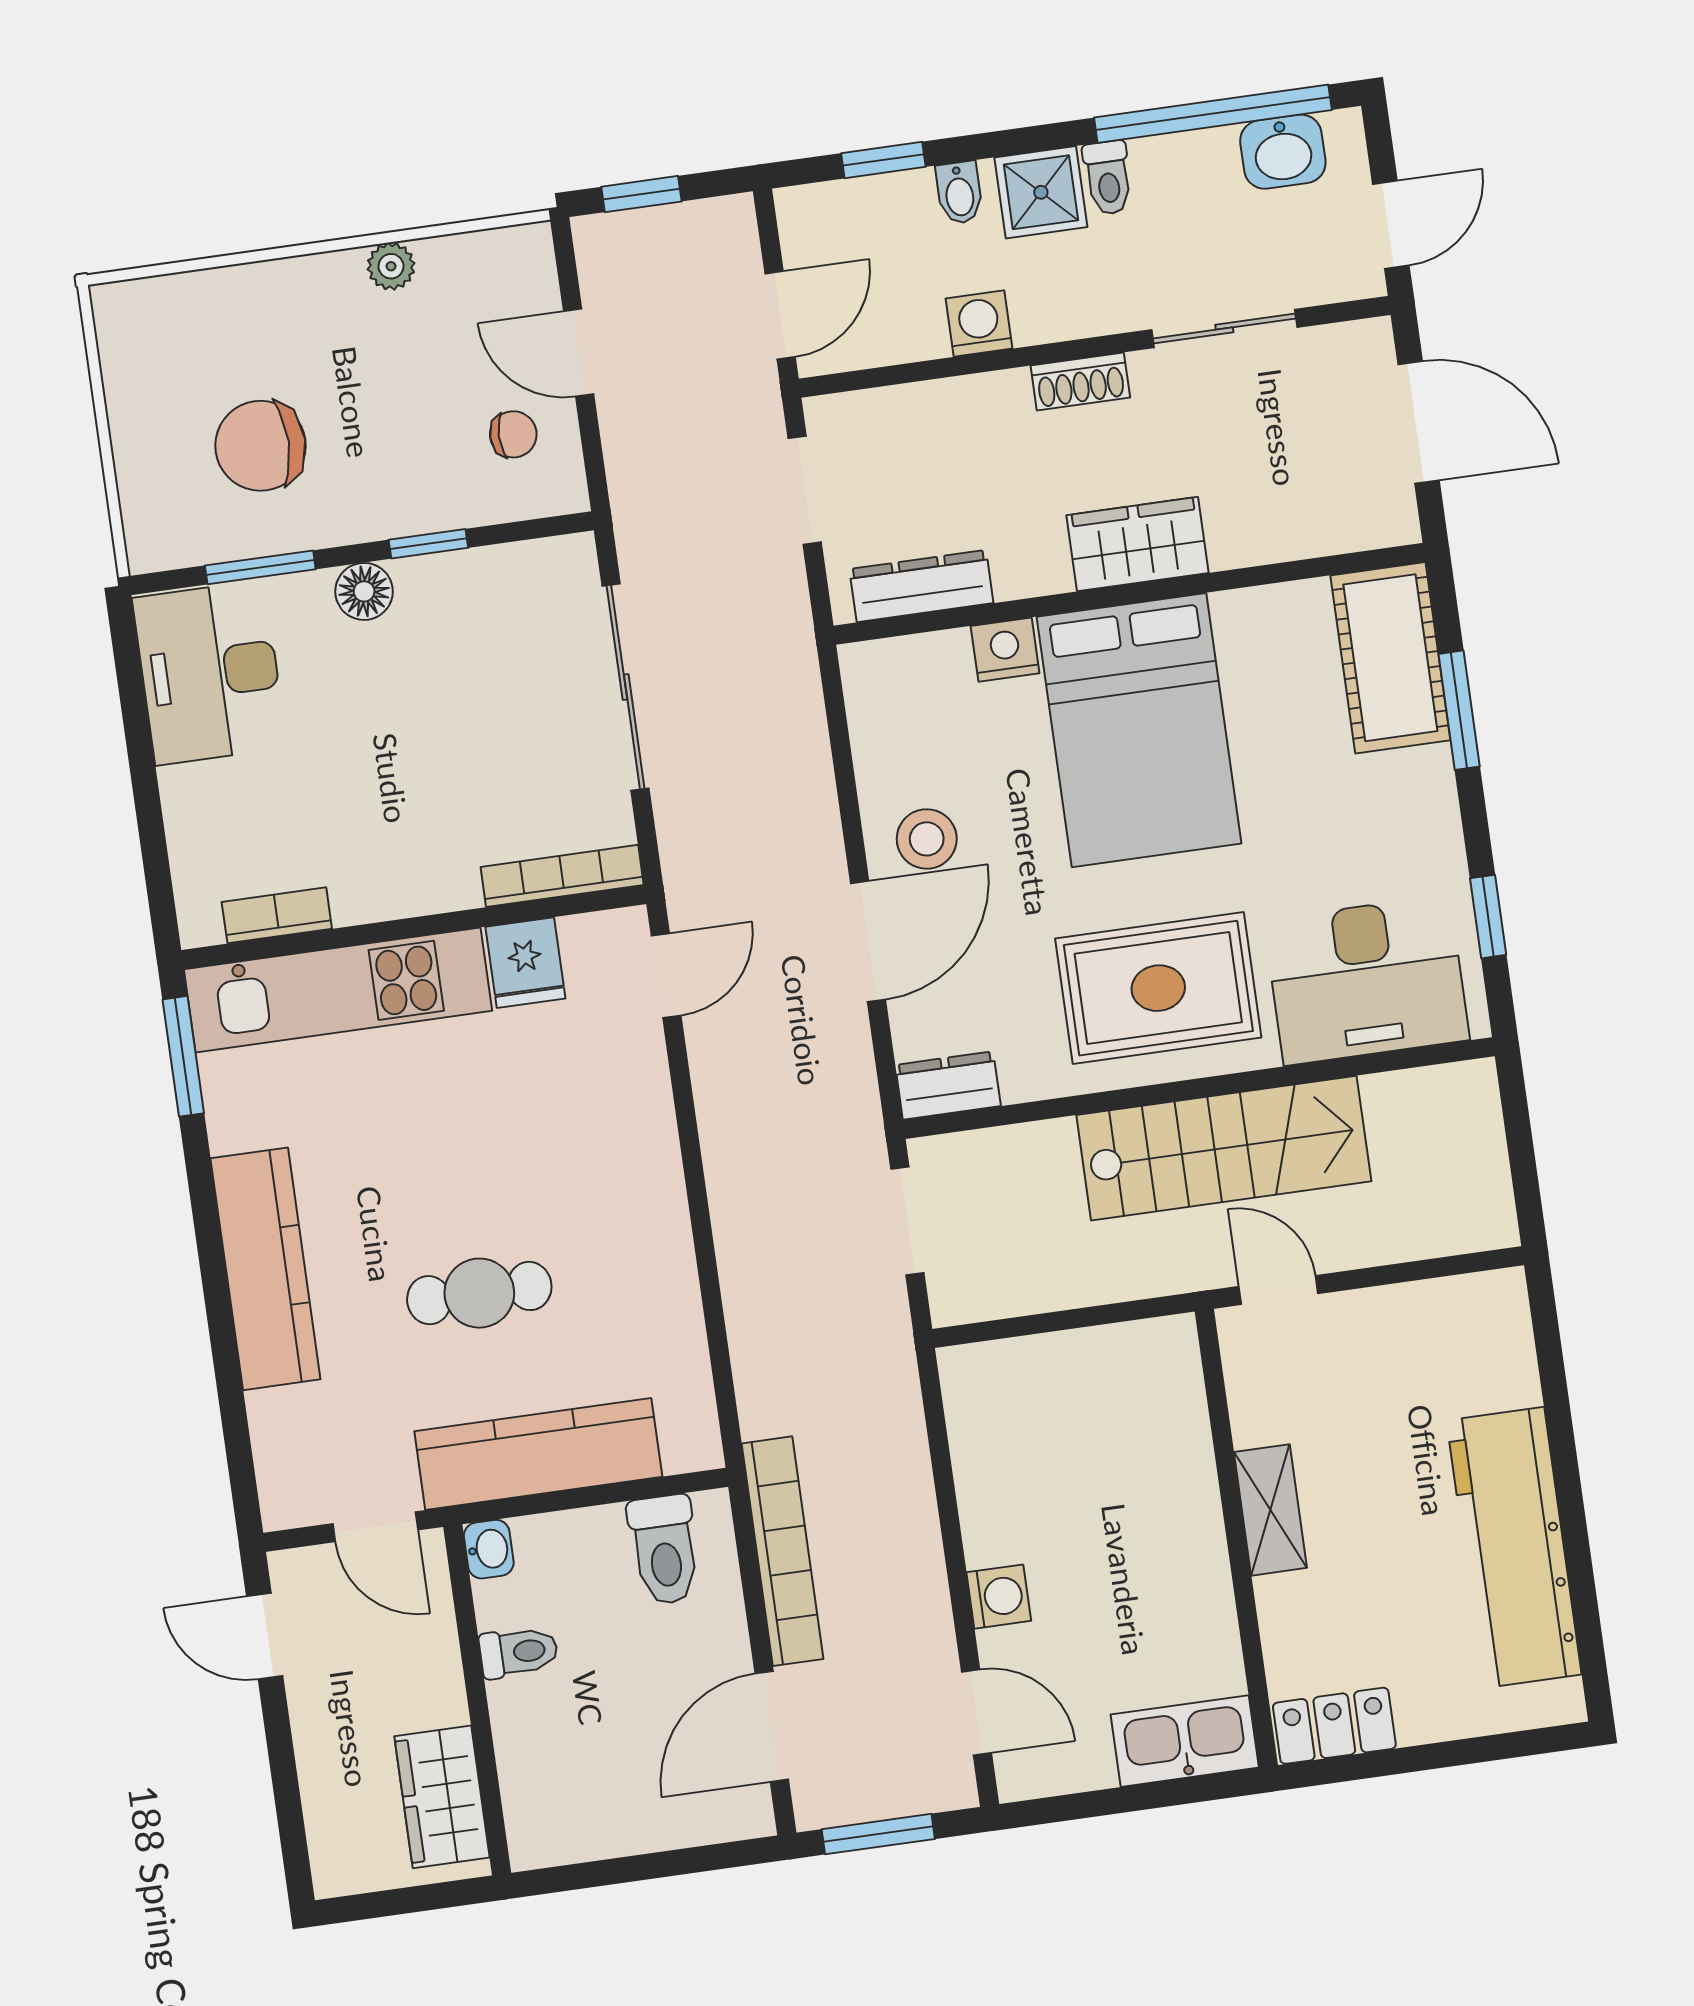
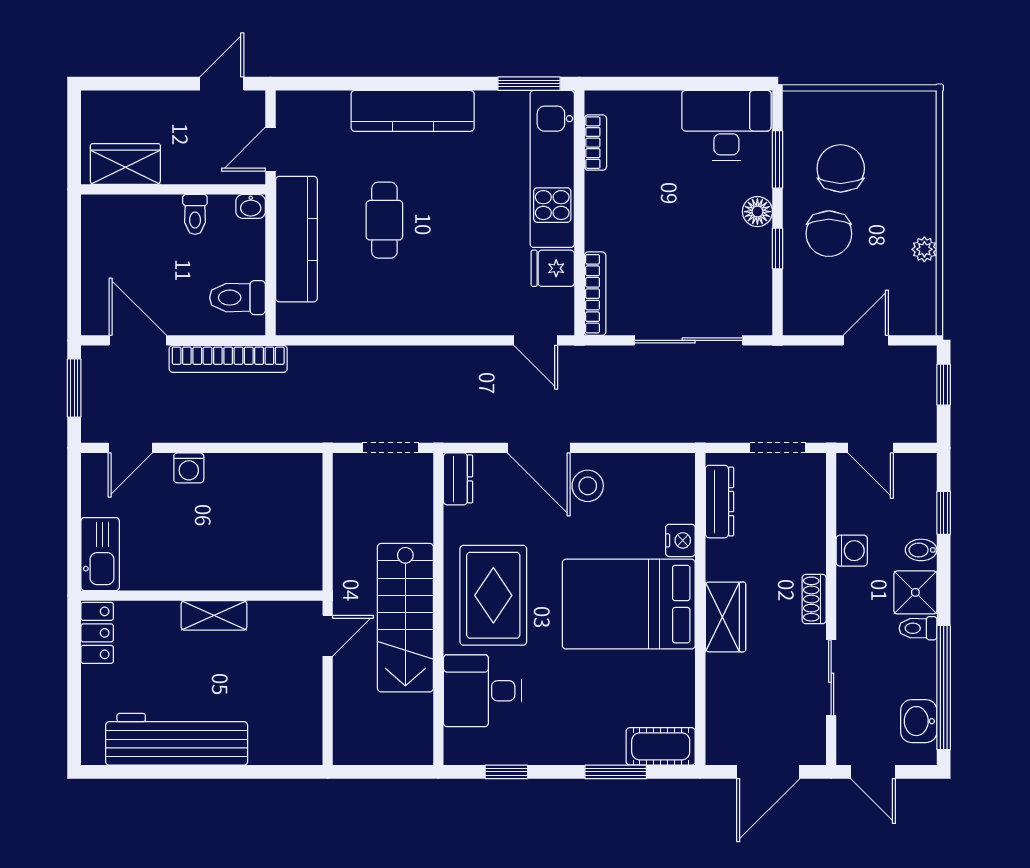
chair: (513, 434) -> (829, 234), moved, width x1.87, depth x1.87
cot: (1390, 658) -> (661, 746), width x0.73, depth x0.75
desk: (1367, 980) -> (482, 691), width x0.73

